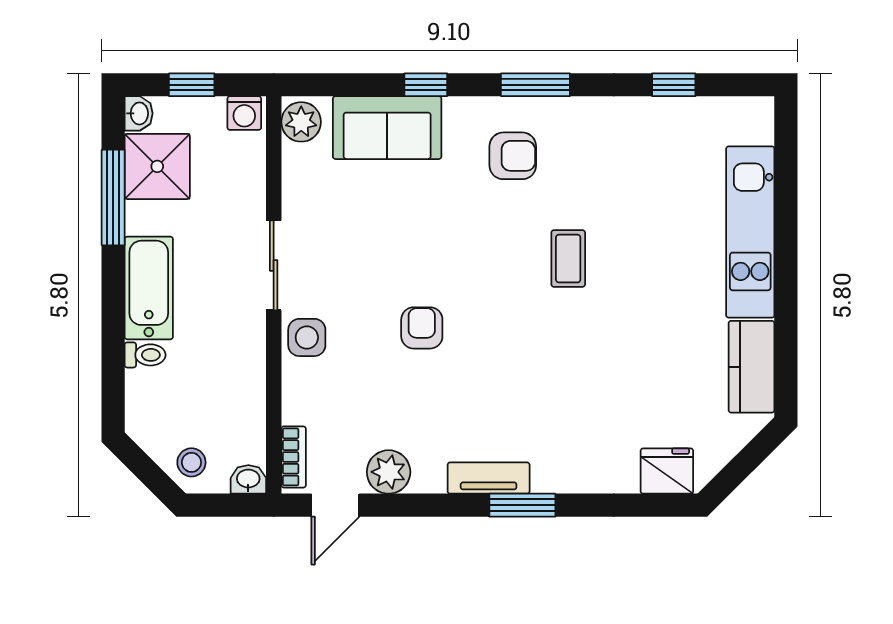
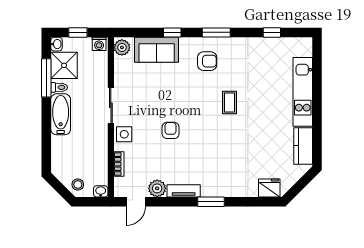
toilet: (145, 355) -> (59, 87), moved
bookcase: (294, 457) -> (119, 164), moved
tv unit: (489, 478) -> (184, 191), moved

